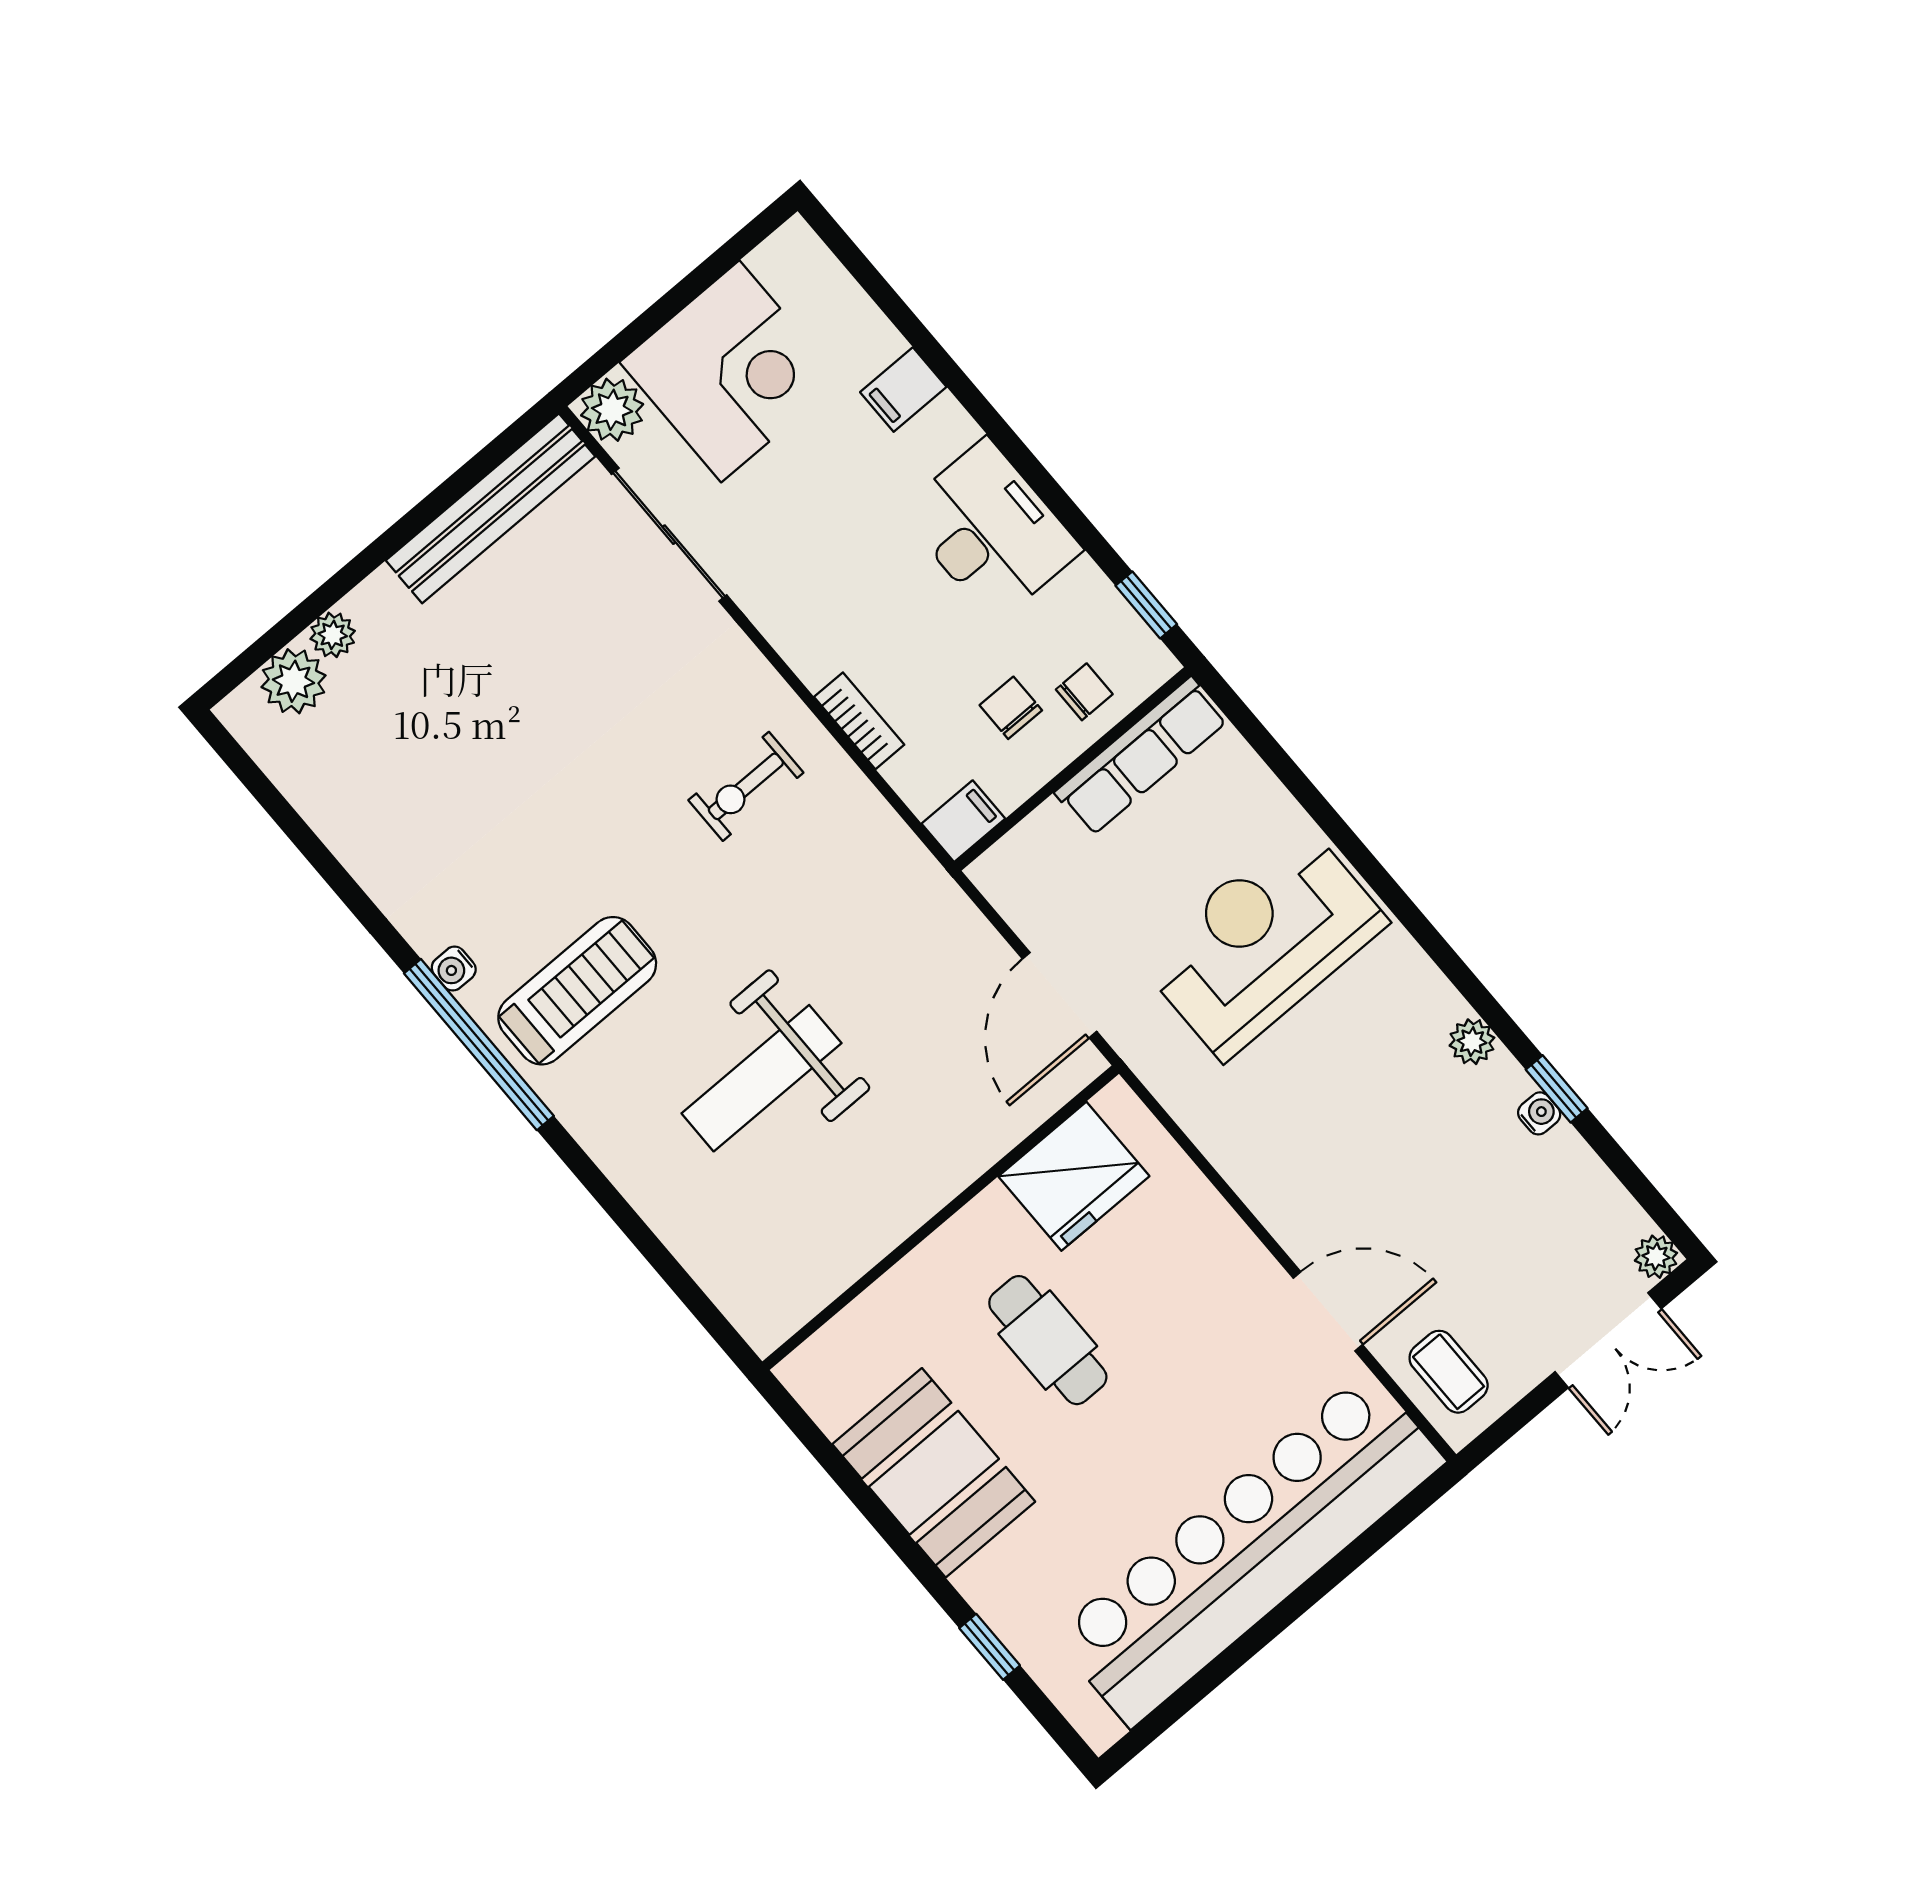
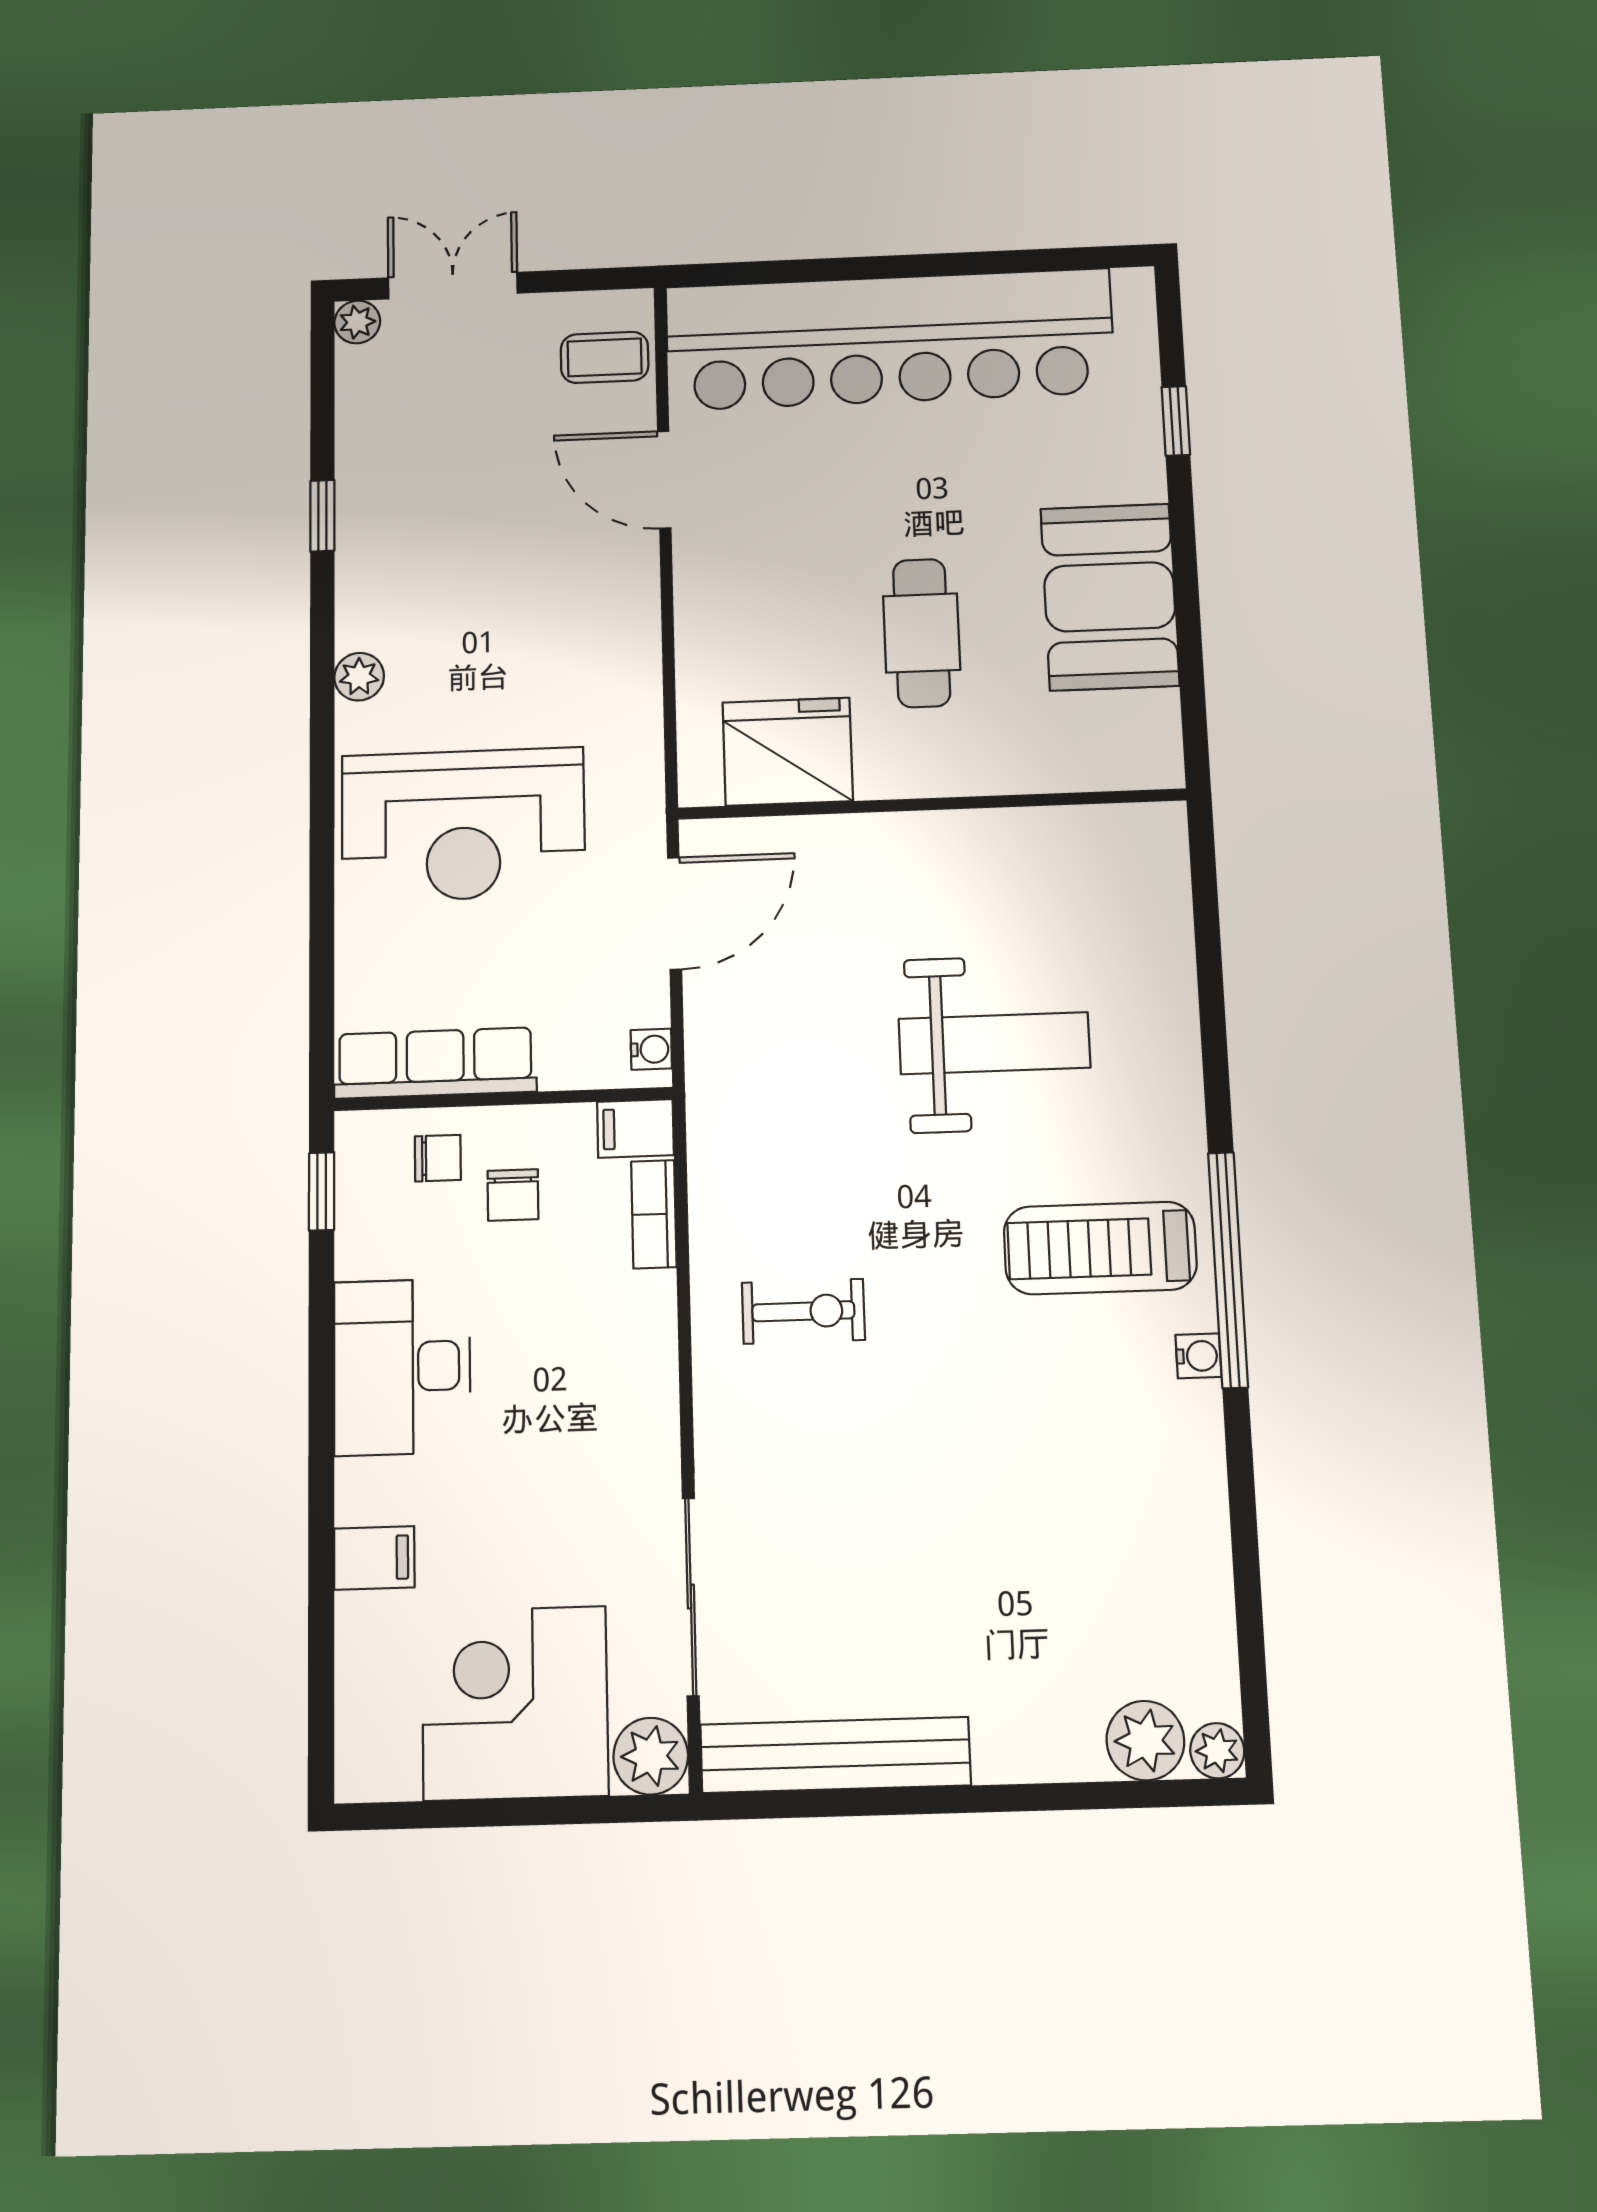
plant: (333, 635) -> (1217, 1751), moved
chair: (1084, 692) -> (438, 1158), turned 180
bookcase: (859, 721) -> (654, 1214), moved
plant: (1472, 1042) -> (359, 677), moved
water cooler: (1539, 1113) -> (651, 1049), moved, turned 180
coffee table: (1449, 1372) -> (605, 357), turned 90

